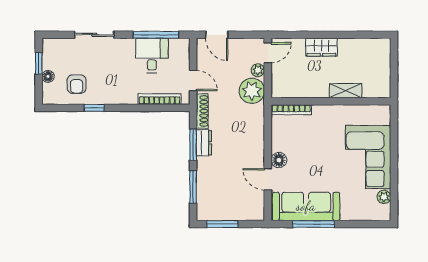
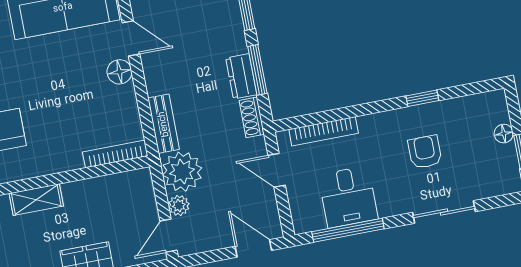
armchair: (77, 84) -> (425, 152), moved
shoe rack: (202, 111) -> (252, 117), width x0.70
bench: (258, 123) -> (164, 124), added

